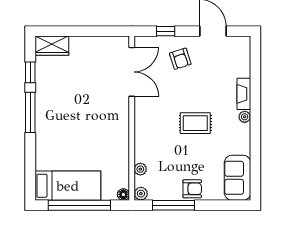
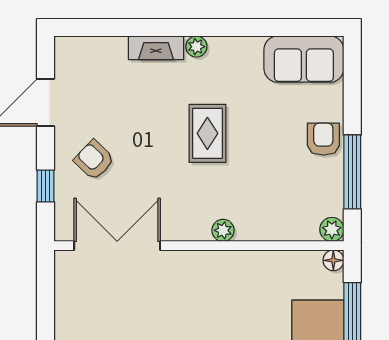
armchair: (180, 59) -> (94, 160), turned -118
plant: (140, 169) -> (223, 230), moved

